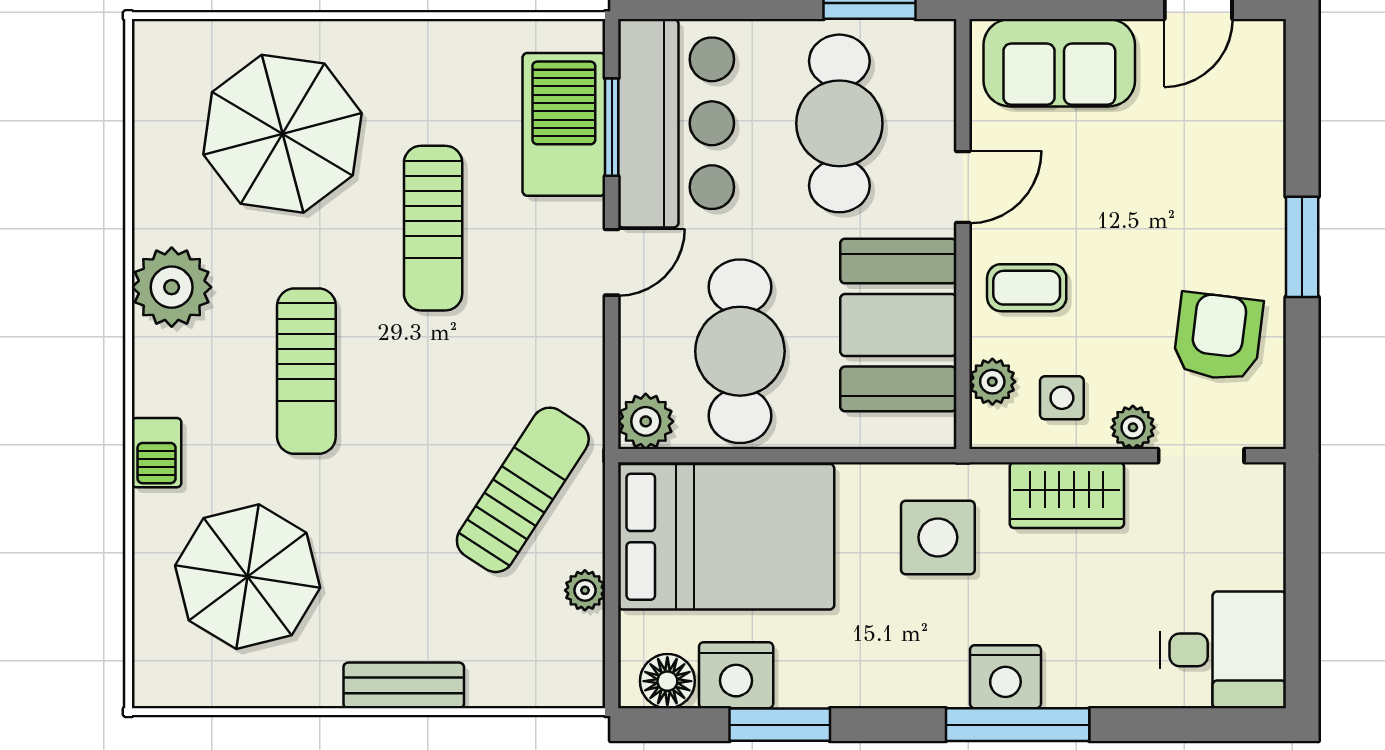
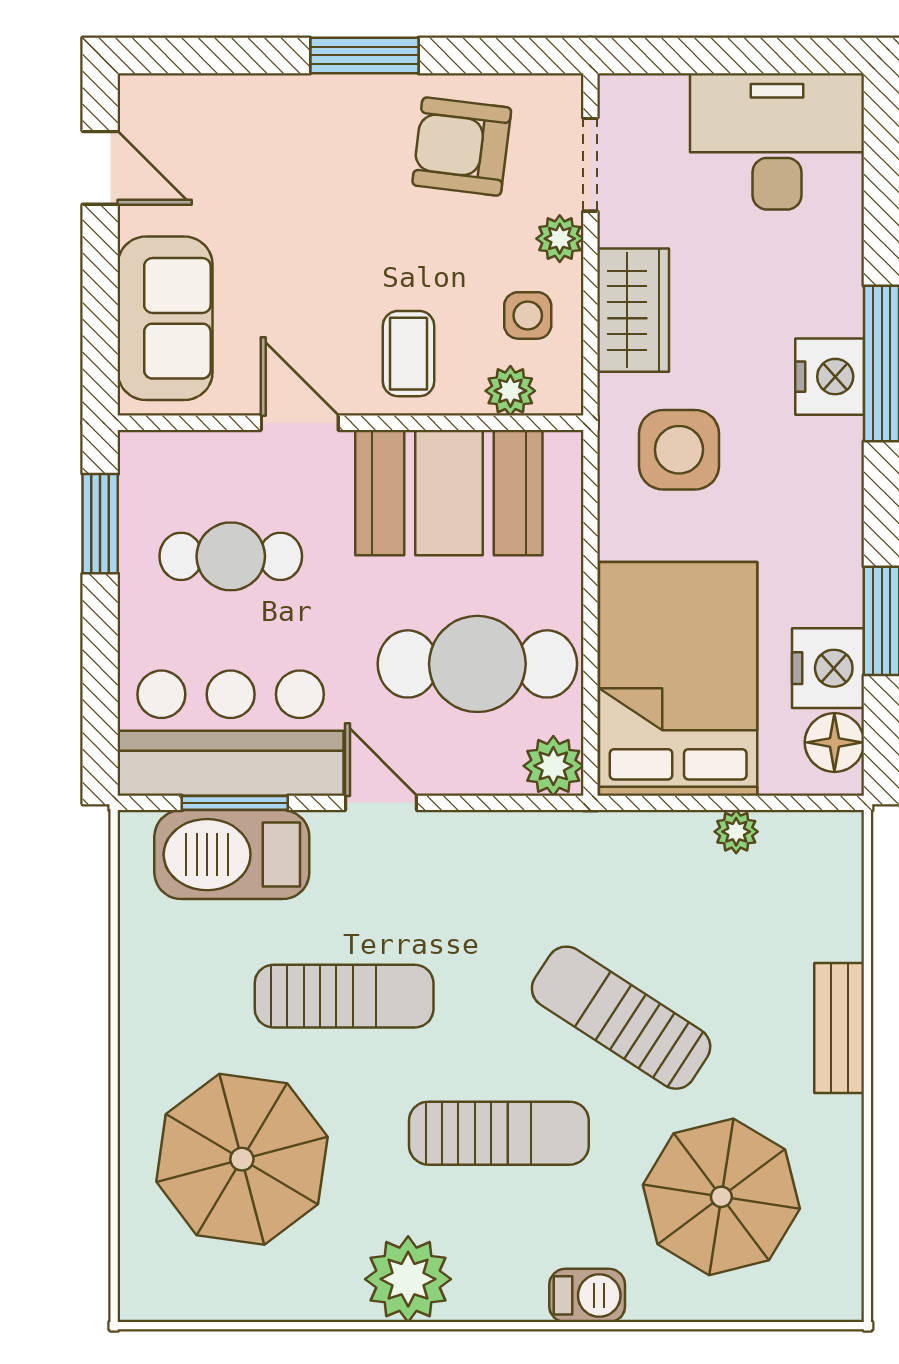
cafe table: (839, 123) -> (231, 556), width x0.73, depth x0.74
sun lounger: (523, 490) -> (621, 1018), moved
desk: (1223, 650) -> (777, 141), width x1.37

